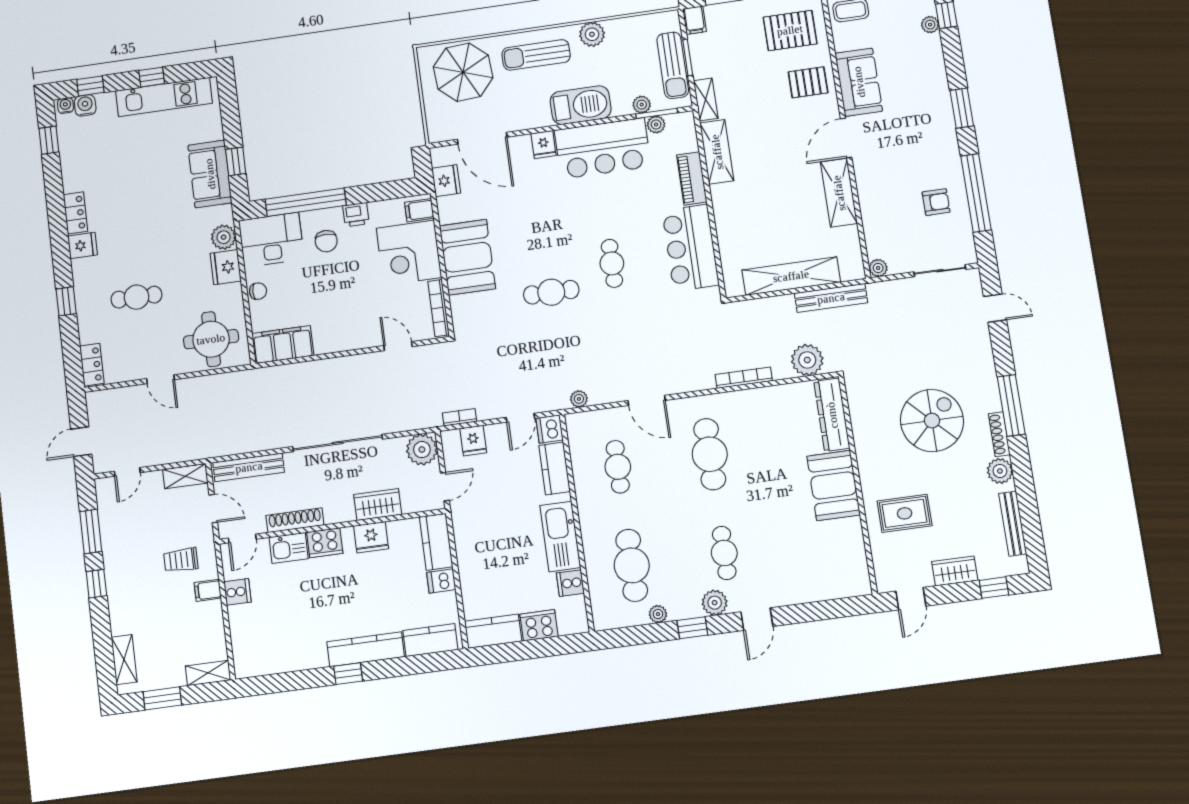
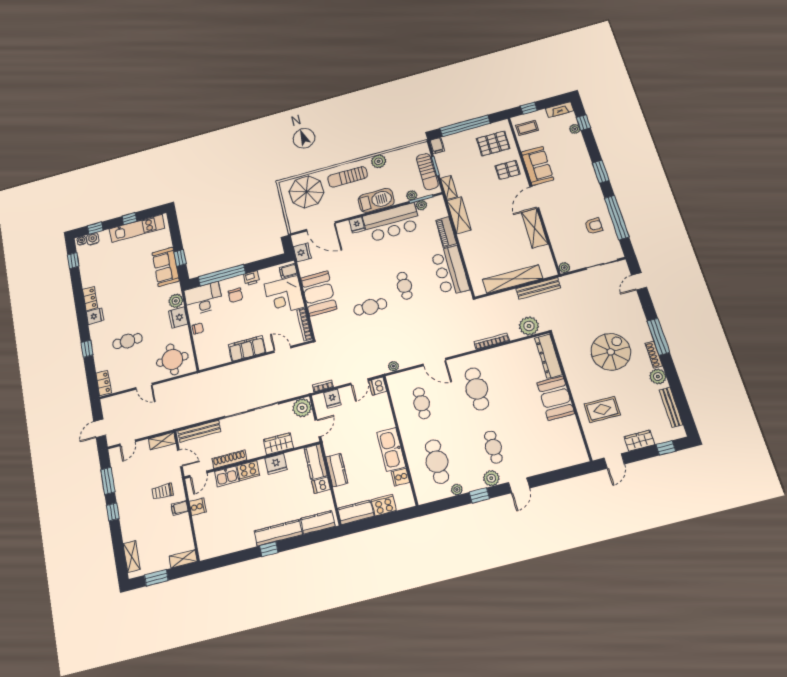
door: (995, 308) -> (639, 281), swing flipped
filing cabinet: (283, 345) -> (247, 348), moved
kitchen counter: (555, 468) -> (337, 470), moved, turned 180

